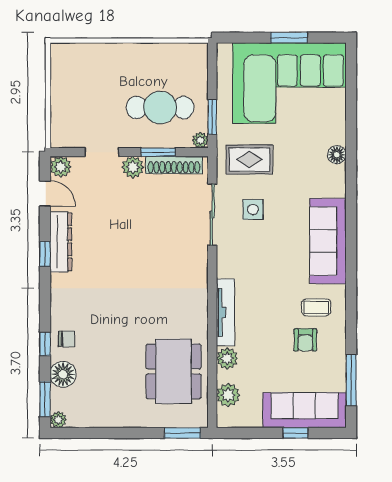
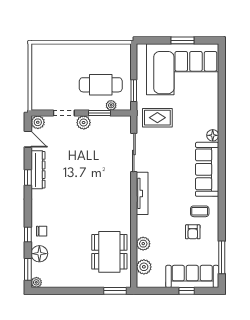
plant: (200, 140) -> (111, 105), moved
floor lamp: (337, 155) -> (213, 135), moved
shoe rack: (174, 165) -> (110, 121), removed
side table: (253, 210) -> (160, 149), removed
tv unit: (225, 312) -> (142, 193), moved

